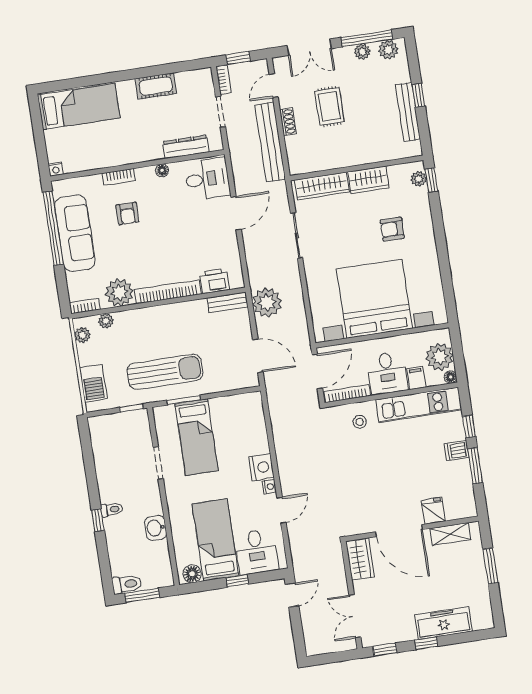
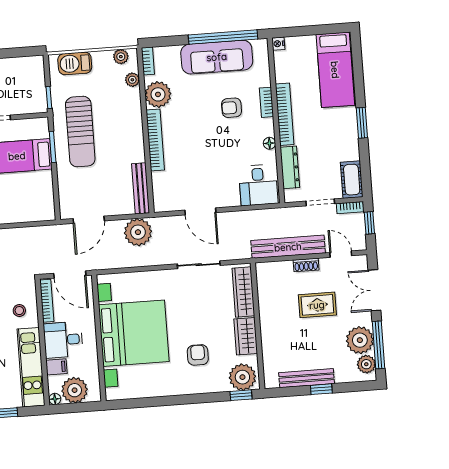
plant: (362, 52) -> (360, 340), width x1.87, depth x1.87
window: (133, 74) -> (362, 123), added
cot: (156, 86) -> (352, 180), moved
bookcase: (130, 157) -> (285, 114), added
plant: (419, 179) -> (242, 377), width x1.88, depth x1.88
door: (236, 213) -> (200, 211), moved
printer: (214, 281) -> (162, 185), removed
bench: (227, 302) -> (140, 188), width x1.36

